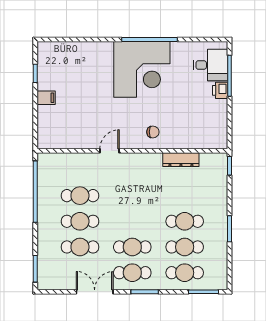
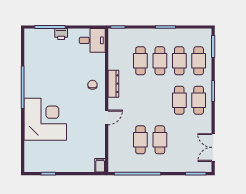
desk: (210, 65) -> (92, 40), moved, turned 90
corner desk: (142, 69) -> (45, 119), moved
filing cabinet: (46, 98) -> (100, 165), moved
door: (110, 151) -> (107, 117), swing flipped
dresser: (181, 160) -> (113, 84), moved
cafe table: (80, 247) -> (140, 61), moved
double door: (95, 292) -> (213, 147), moved

